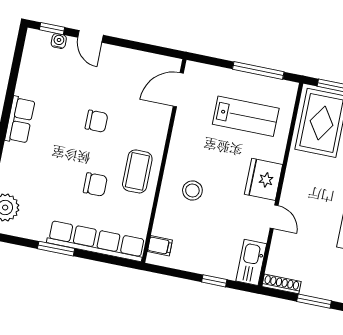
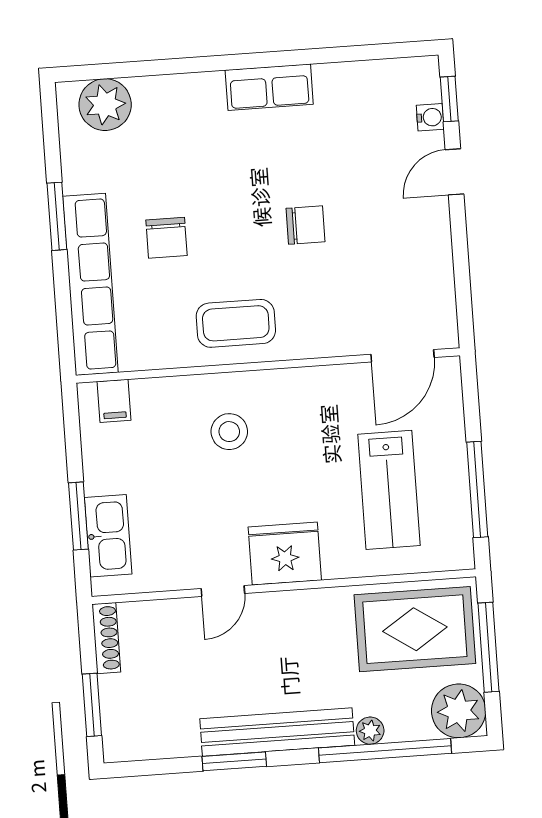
door: (178, 90) -> (403, 356), swing flipped
chair: (97, 121) -> (305, 225), turned -90
chair: (95, 184) -> (166, 238), moved
kitchen sink: (251, 262) -> (108, 536), moved, turned 90
window: (214, 281) -> (78, 516), width x1.50

